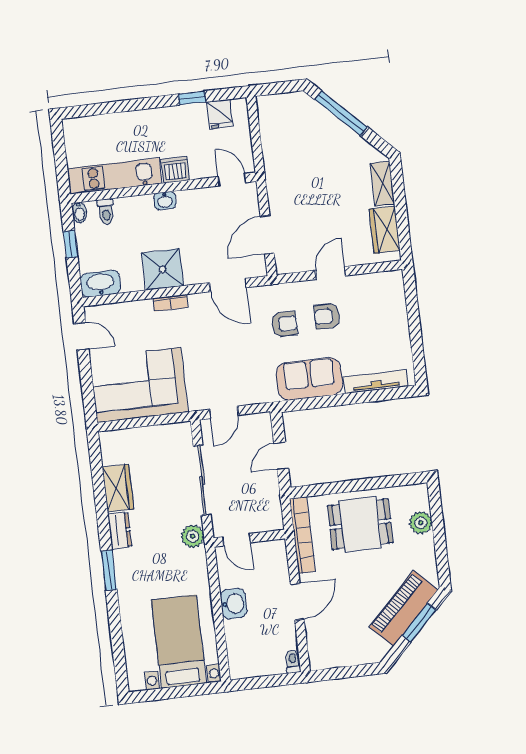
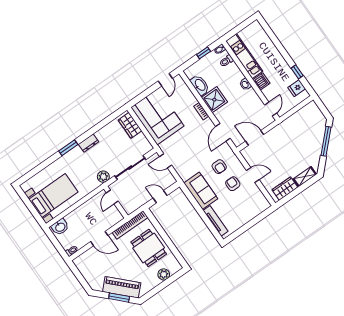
washbasin: (100, 284) -> (200, 85), moved
wardrobe: (118, 488) -> (130, 125), moved, turned 90
washbasin: (234, 604) -> (60, 227), moved

